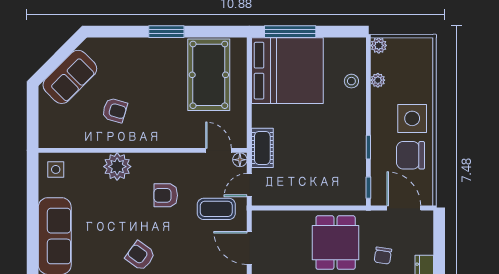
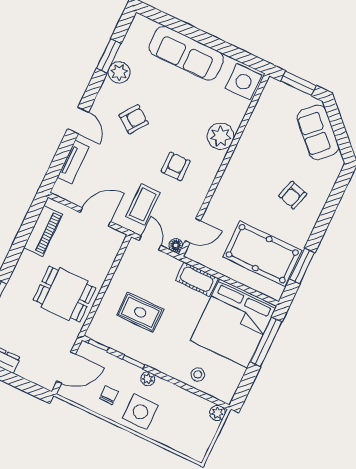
window: (166, 32) -> (302, 266), moved
plant: (378, 80) -> (148, 379), moved
armchair: (115, 110) -> (293, 195), moved
window: (33, 117) -> (299, 83), added
cot: (262, 148) -> (197, 279), moved
chair: (411, 155) -> (109, 395), width x0.54, depth x0.54
rug: (319, 163) -> (140, 312), added
side table: (56, 169) -> (243, 82), width x1.87, depth x1.87
chair: (383, 256) -> (34, 330), removed

